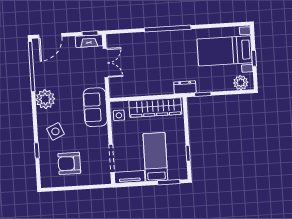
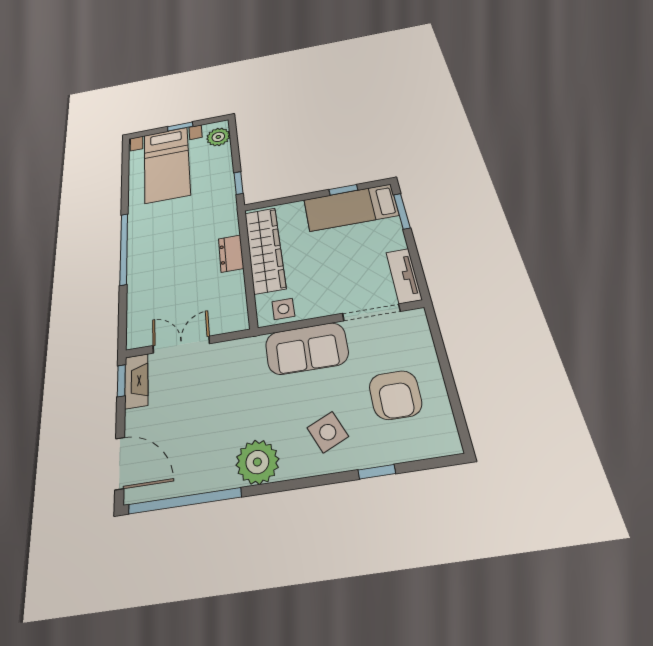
dresser: (185, 87) -> (231, 253), moved
sofa: (95, 107) -> (307, 348), moved
bed: (155, 157) -> (351, 208), moved

